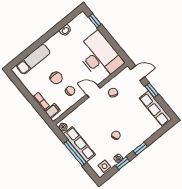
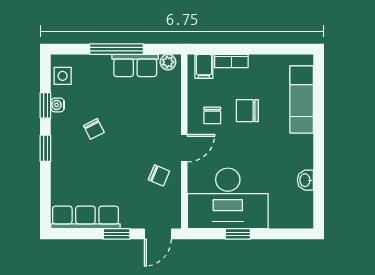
window: (95, 21) -> (238, 234), moved
row of seats: (79, 144) -> (135, 65), width x0.68

